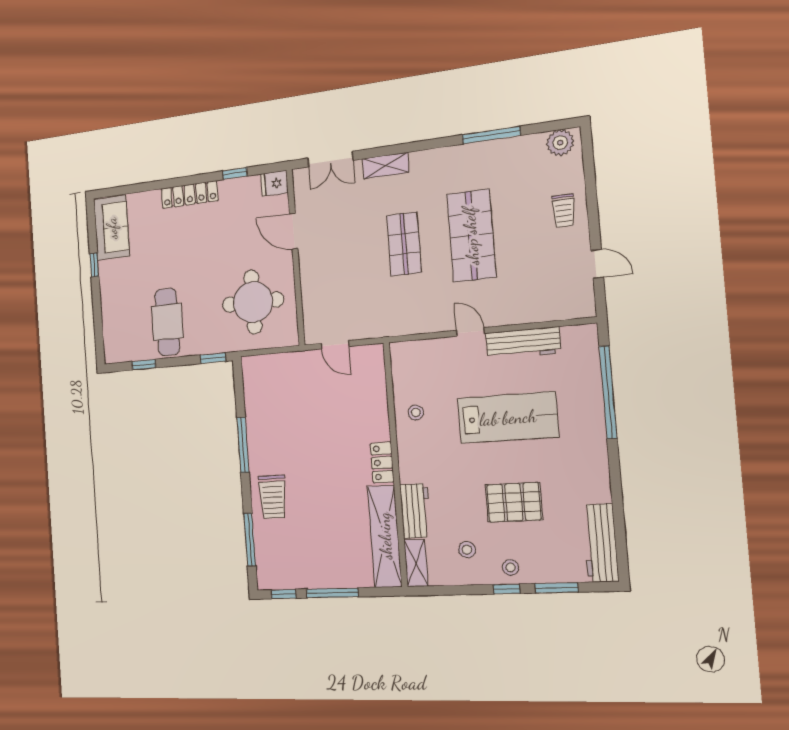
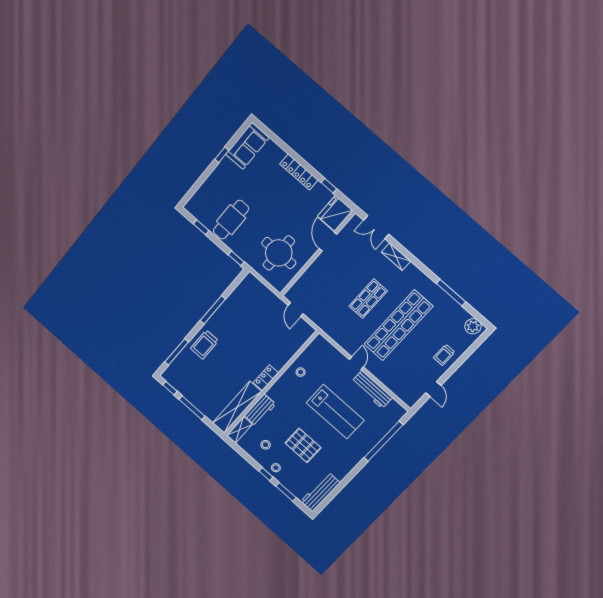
fridge: (274, 183) -> (335, 213), width x1.88, depth x1.34
shop shelf: (471, 236) -> (398, 325), width x1.40

